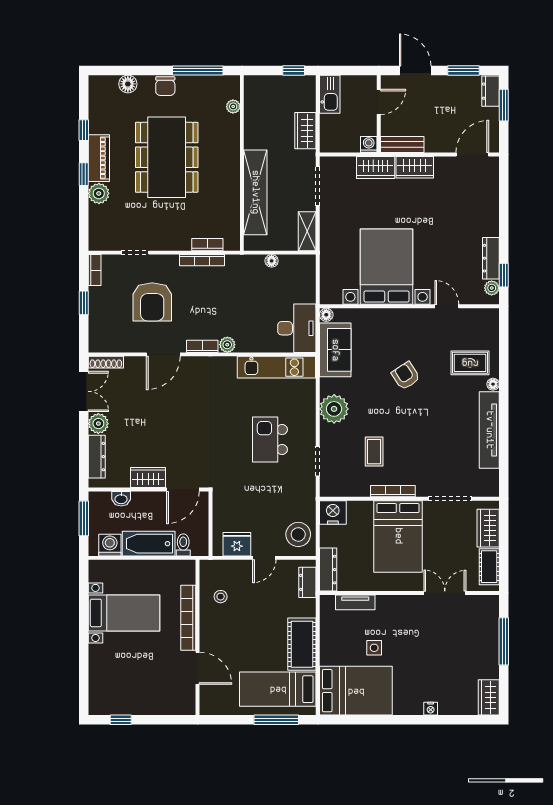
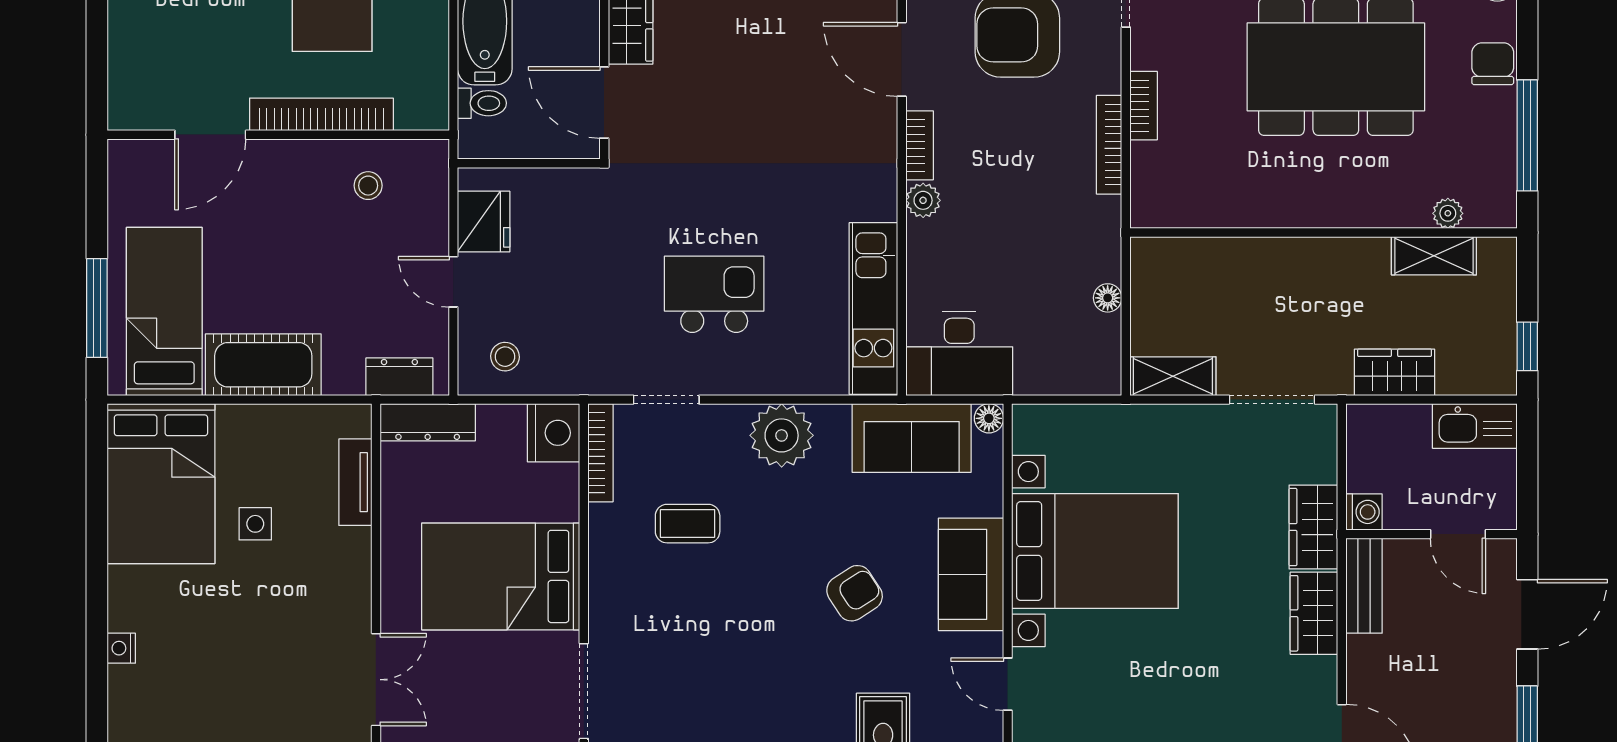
chair: (165, 86) -> (1493, 64), turned 90
shelving: (255, 192) -> (1434, 256), moved, width x0.45, depth x0.75
bookcase: (207, 245) -> (1144, 106), moved
door: (447, 306) -> (1008, 684), swing flipped
sofa: (397, 323) -> (971, 574), added
bookcase: (393, 491) -> (600, 453), moved
stool: (298, 534) -> (505, 357), width x0.53, depth x0.53

